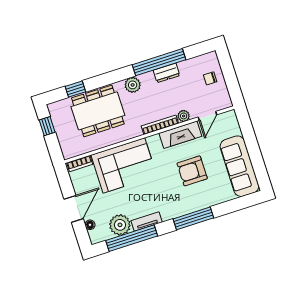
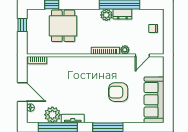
plant: (133, 85) -> (106, 15), moved
dining table: (98, 111) -> (63, 26), width x0.73
fireplace: (180, 135) -> (118, 63), removed
corner sofa: (124, 165) -> (69, 72), removed
door: (74, 209) -> (22, 92), hinge flipped

